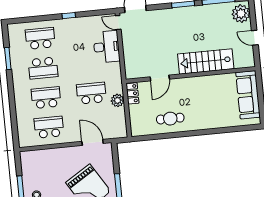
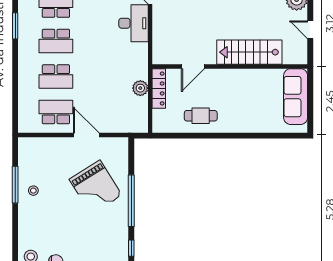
school desk: (91, 93) -> (110, 77), removed
locker: (132, 93) -> (159, 88), width x1.53
school desk: (46, 98) -> (56, 77), turned 180
door: (93, 142) -> (86, 135), moved

